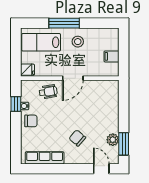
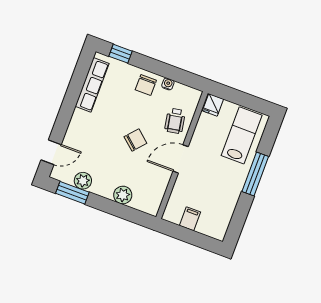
stool: (78, 42) -> (225, 183), removed
door: (73, 78) -> (181, 159), hinge flipped
window: (16, 104) -> (121, 54), moved
plant: (112, 109) -> (123, 195), added
chair: (77, 138) -> (135, 140), moved

